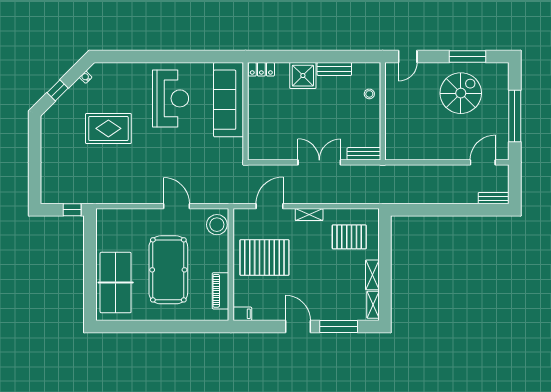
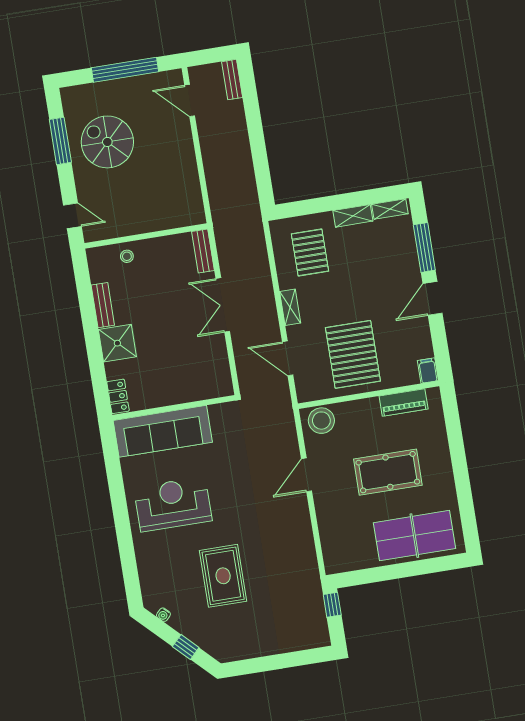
pool table: (168, 270) -> (388, 472), width x0.73, depth x0.76

